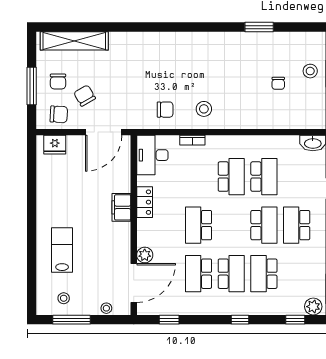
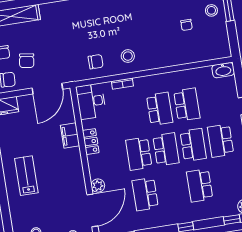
chair: (85, 96) -> (27, 61), turned -142
filing cabinet: (121, 207) -> (70, 135), moved
lab bench: (62, 250) -> (26, 176), moved
school desk: (231, 274) -> (166, 149), moved

